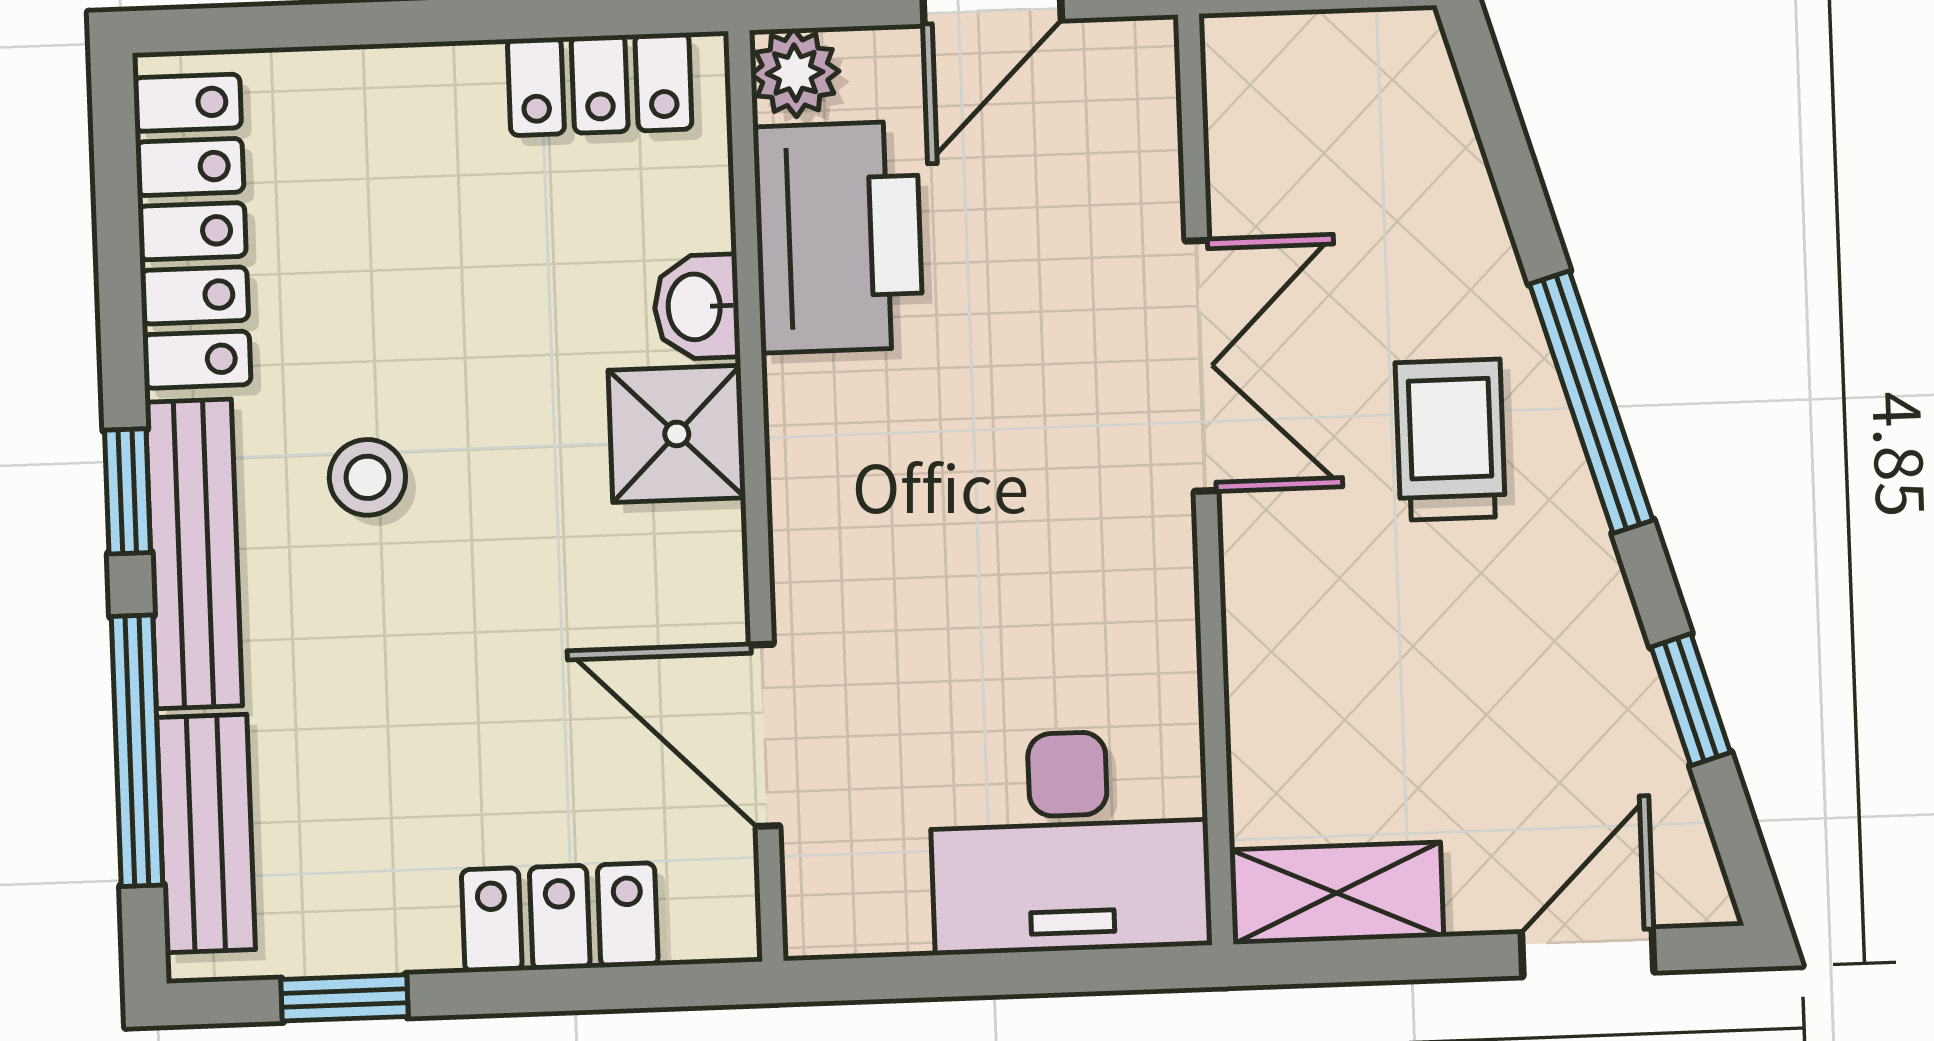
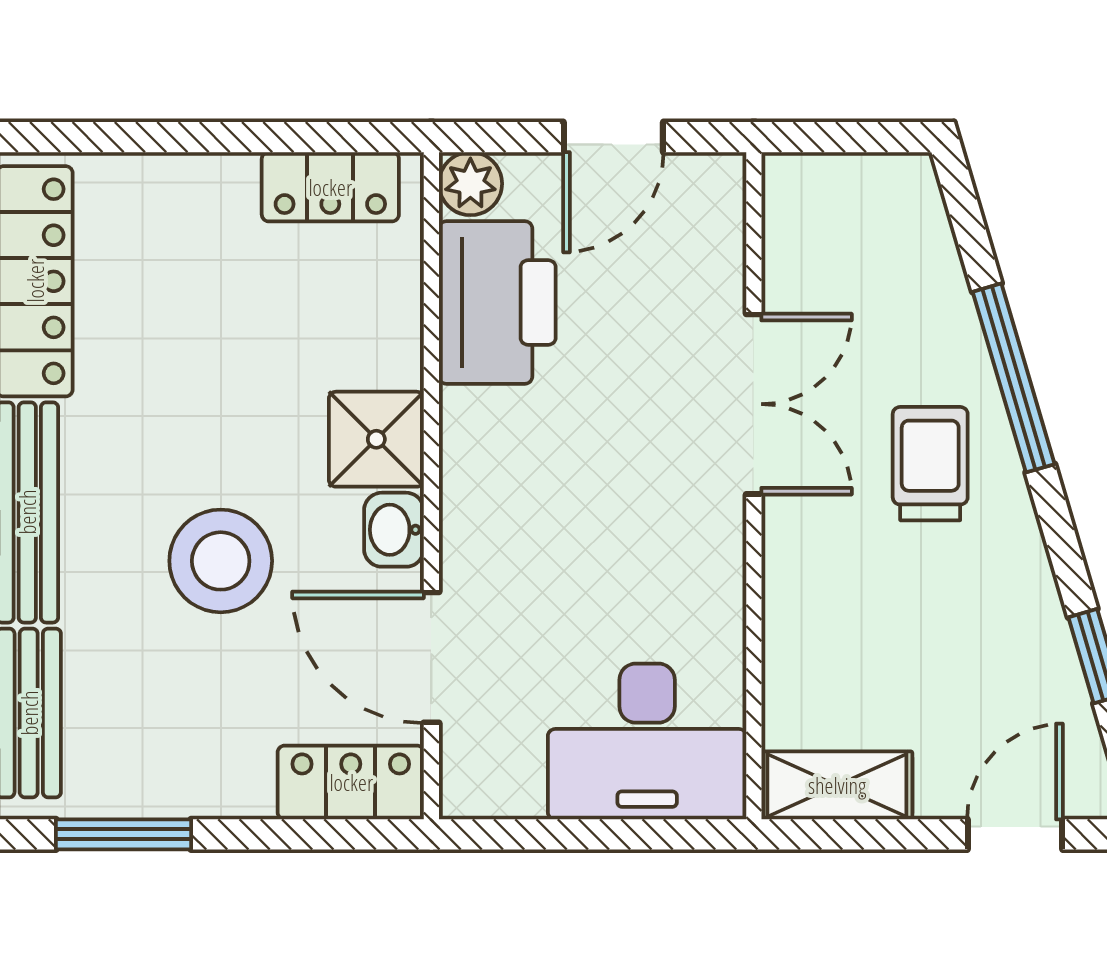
washbasin: (697, 307) -> (394, 530), moved
window: (1591, 402) -> (1014, 378), moved
stool: (367, 477) -> (221, 561), moved, width x1.89, depth x1.89
locker: (560, 918) -> (351, 782), moved
window: (344, 998) -> (124, 834), width x1.50

